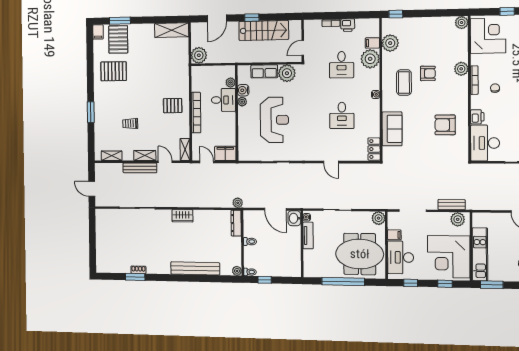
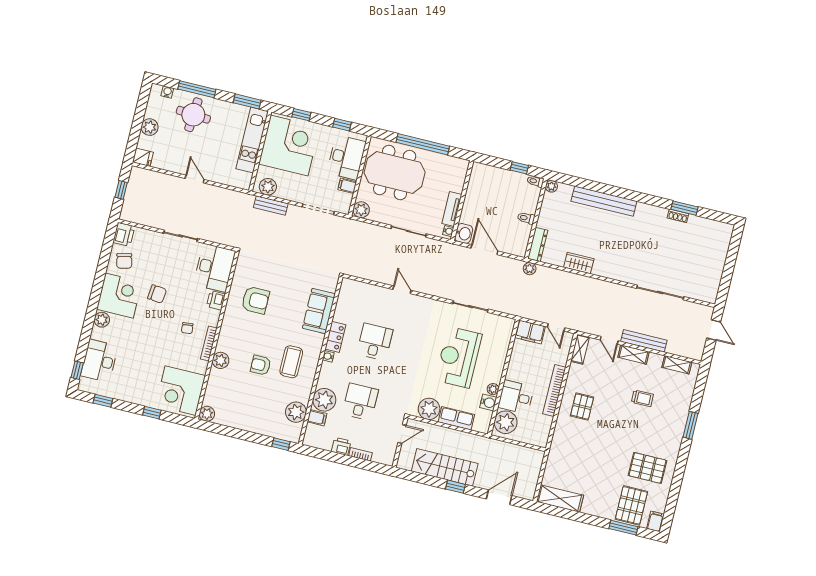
plant: (199, 55) -> (533, 459), removed
plant: (231, 83) -> (506, 422), width x1.88, depth x1.88
pallet: (173, 106) -> (582, 406), turned 90
locker: (374, 149) -> (335, 337), moved
wardrobe: (182, 216) -> (579, 263), moved

